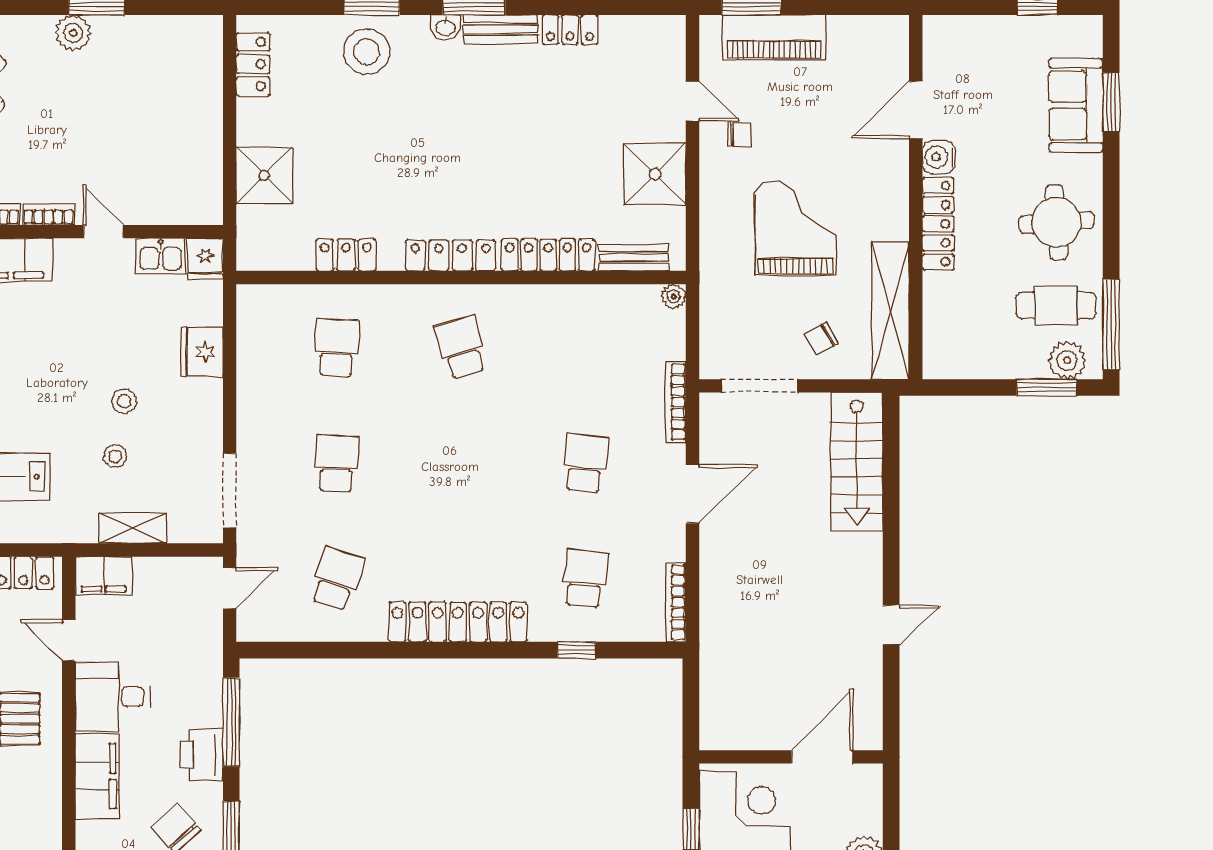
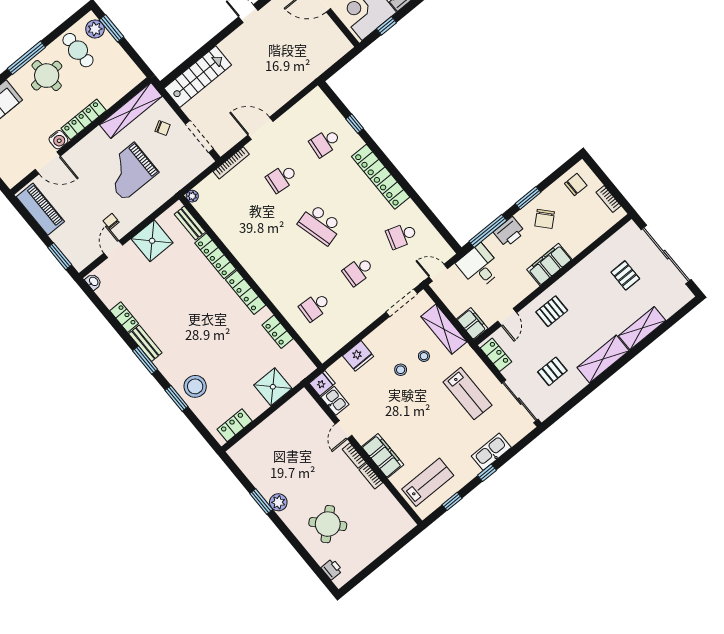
washbasin: (445, 27) -> (93, 282), moved
piano: (774, 37) -> (40, 209), moved
window: (1111, 325) -> (26, 58), moved
school desk: (461, 347) -> (320, 225), moved, width x1.85
shelving: (132, 528) -> (444, 329), width x1.50, depth x1.33
bookcase: (676, 602) -> (306, 101), removed
desk: (112, 697) -> (479, 266), moved, turned 180

